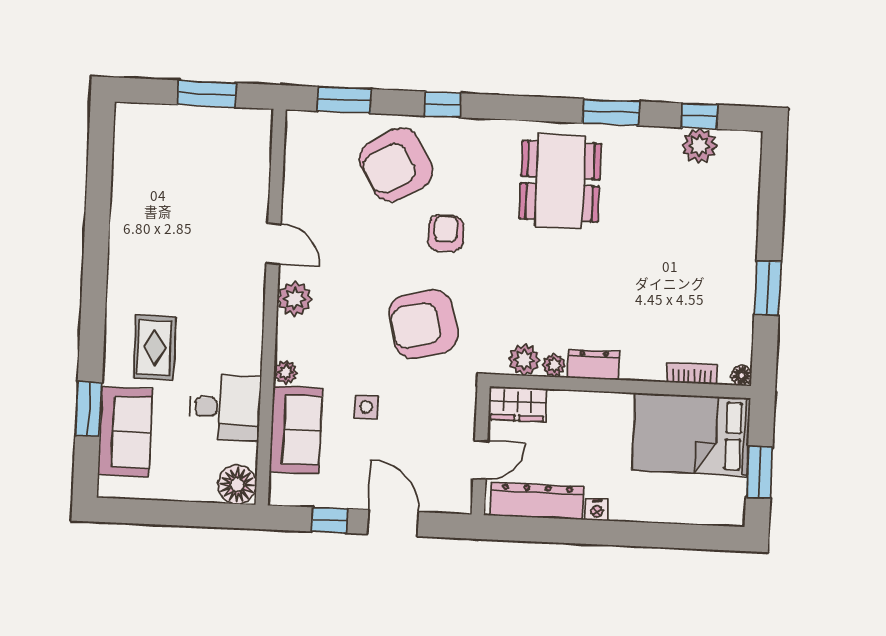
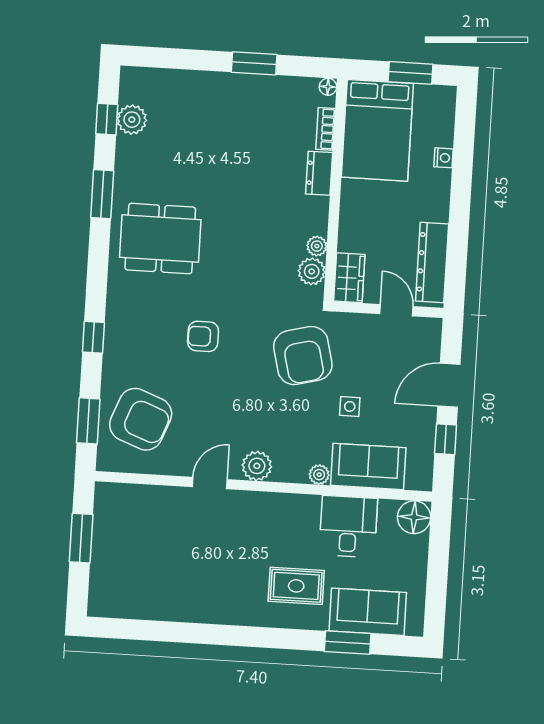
armchair: (396, 165) -> (141, 419), moved, turned -38
armchair: (423, 324) -> (303, 356), moved
dresser: (594, 365) -> (319, 173), moved
nightstand: (597, 510) -> (444, 158), moved

